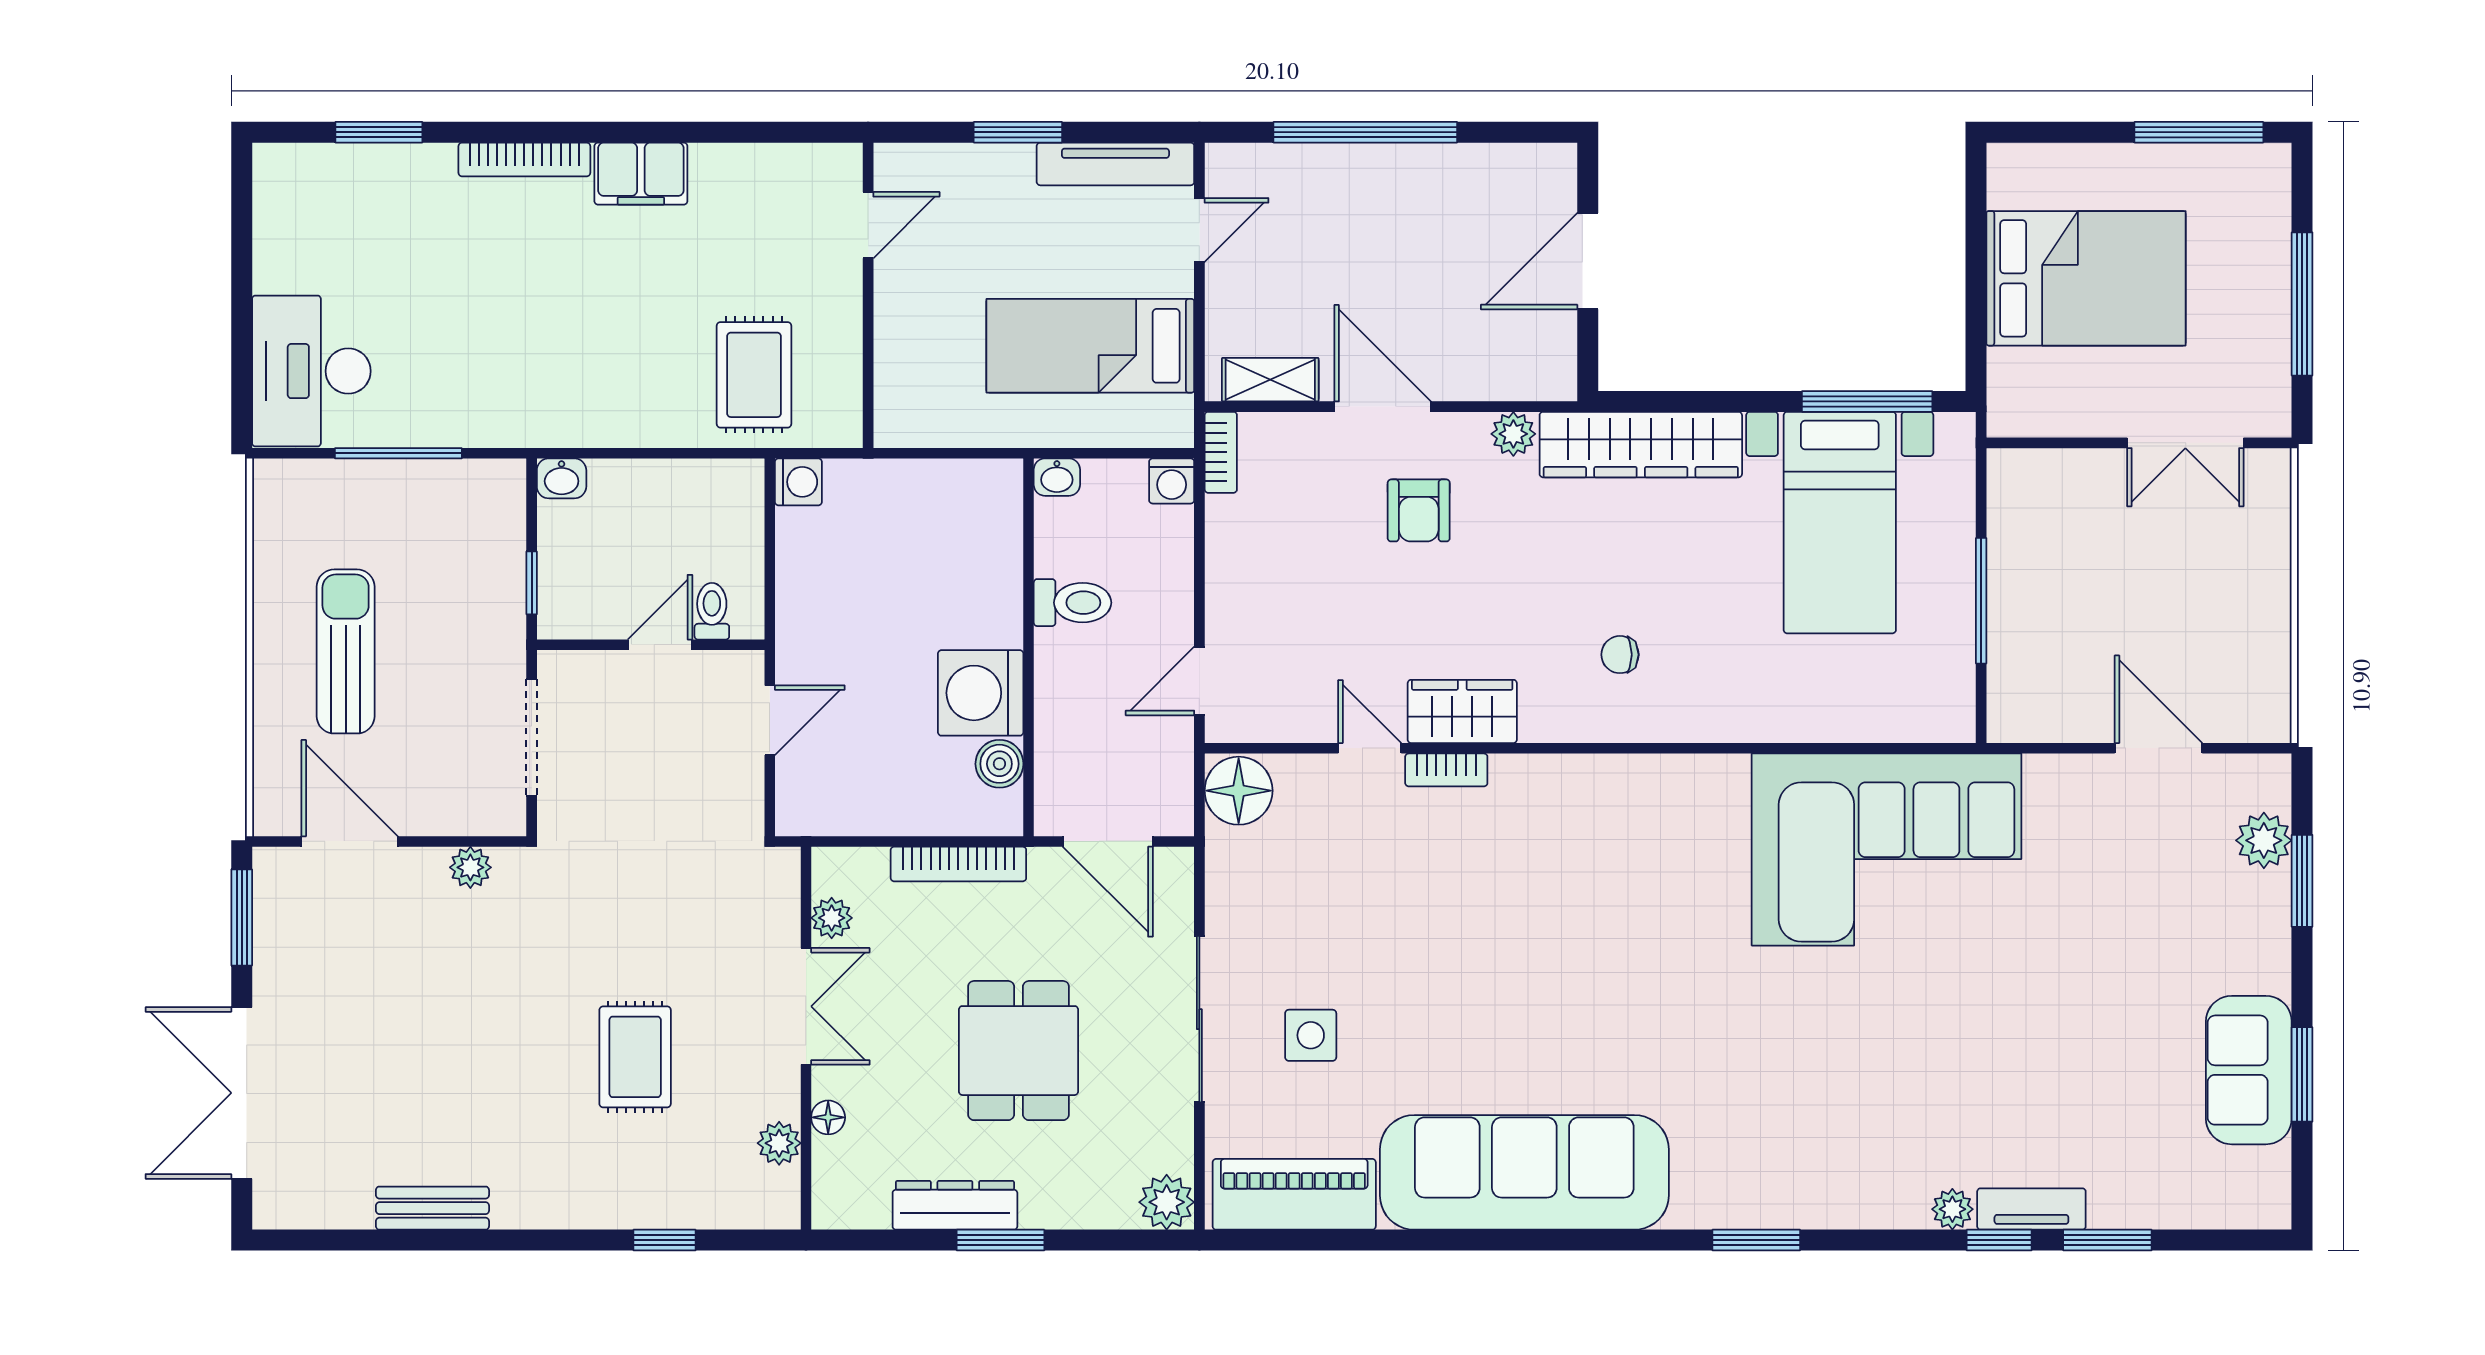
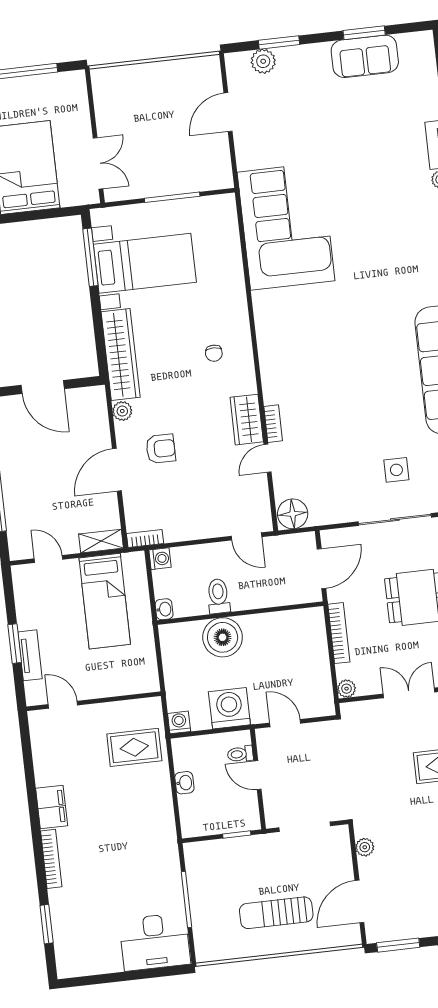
tv unit: (1115, 164) -> (30, 655), moved, width x0.71
shelving: (1270, 380) -> (101, 541), moved, turned 90
double door: (2185, 443) -> (98, 163), moved
washbasin: (562, 478) -> (184, 783), moved
washing machine: (981, 693) -> (229, 708), moved, turned 180
boiler: (999, 764) -> (223, 637), moved, width x1.86, depth x1.86
plant: (832, 918) -> (347, 689), moved

